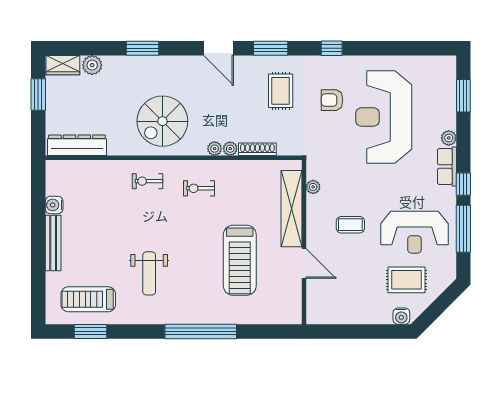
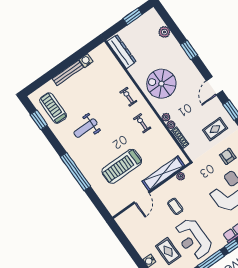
wardrobe: (63, 65) -> (155, 18), removed

